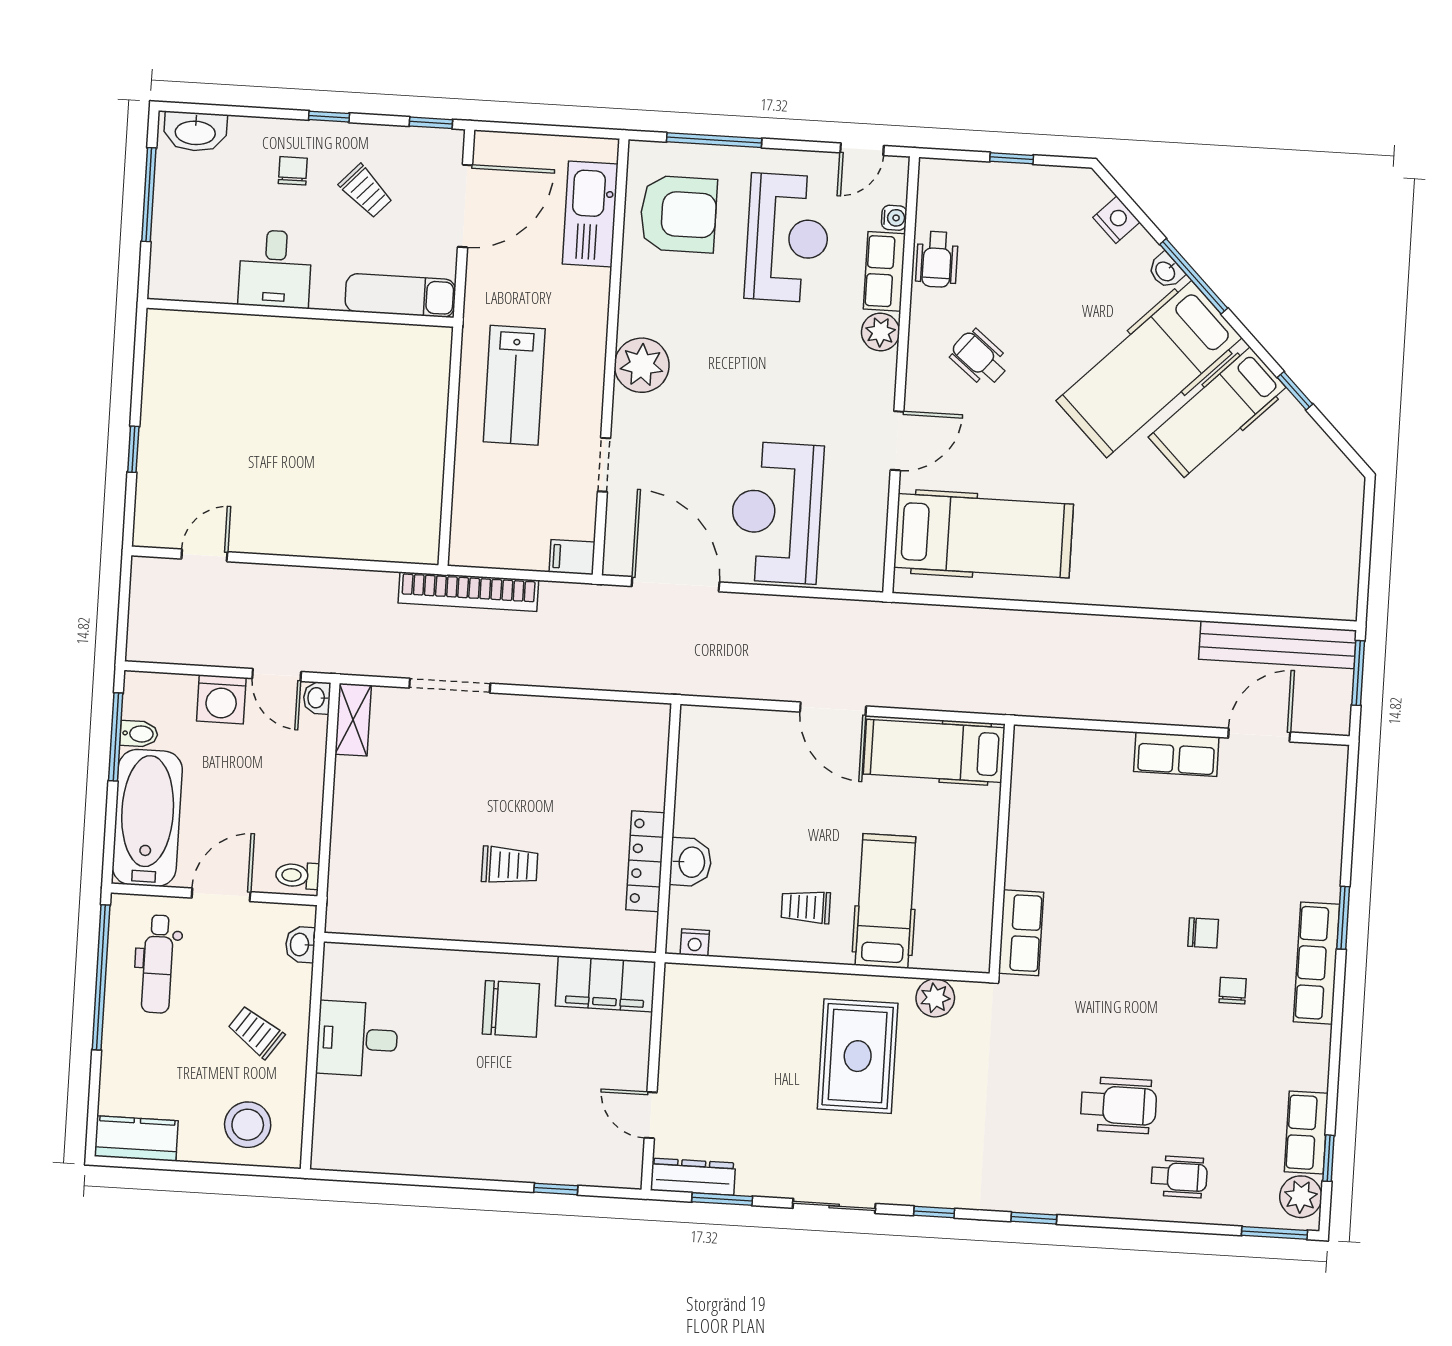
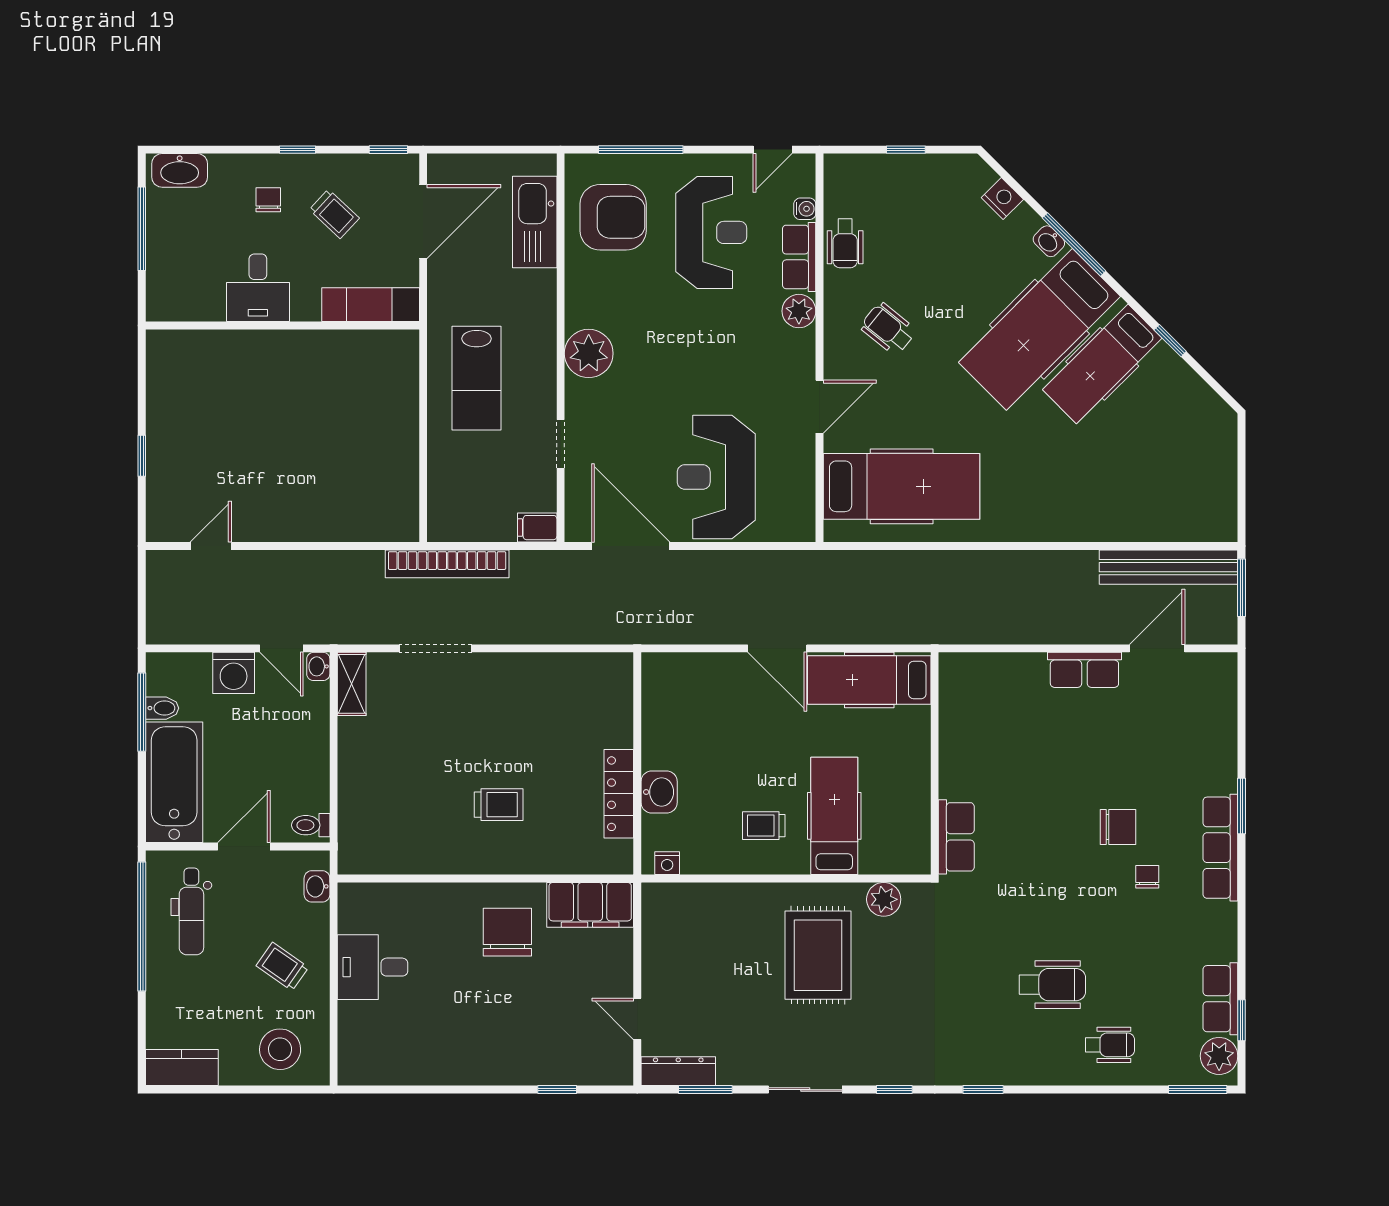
chair: (1203, 933) -> (1118, 827), width x1.37, depth x1.37
chair: (511, 1009) -> (507, 932), turned -90

